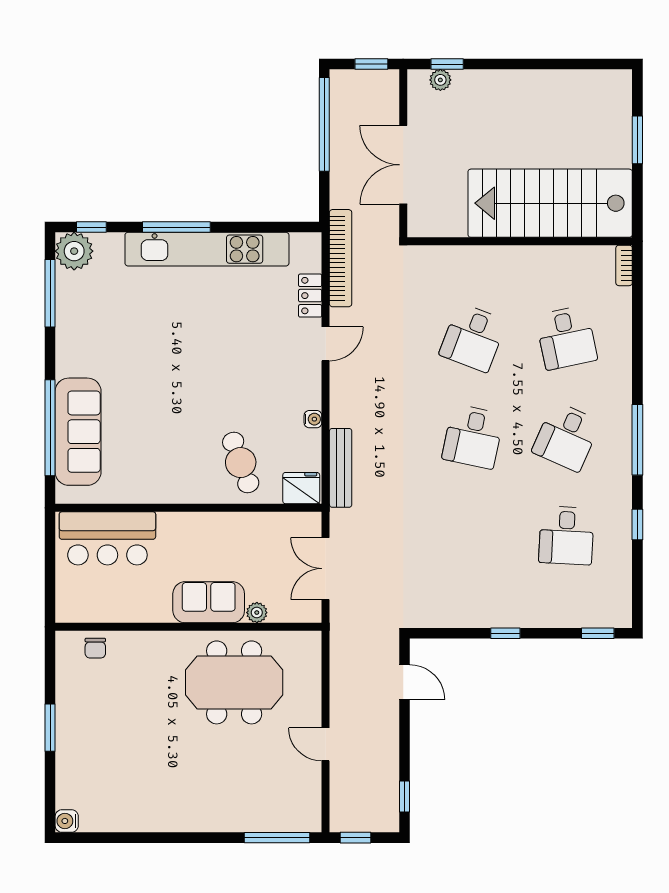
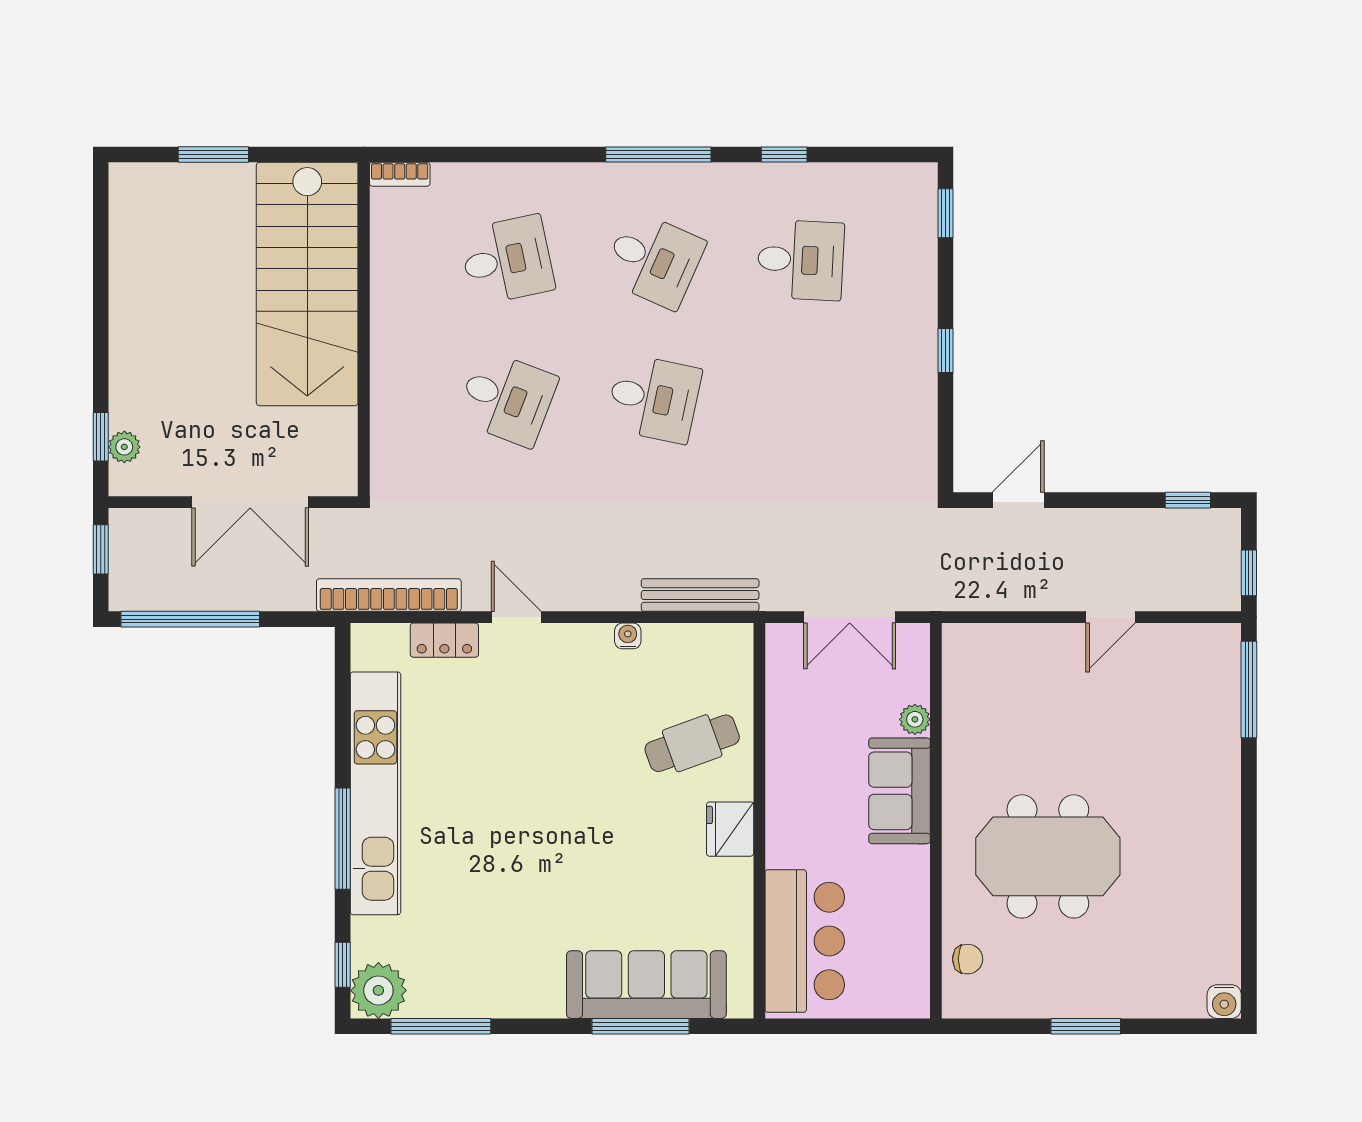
window: (50, 428) -> (641, 1026), width x0.68
fridge: (301, 488) -> (730, 829), moved
meeting table: (234, 682) -> (1048, 856), moved, turned 90

